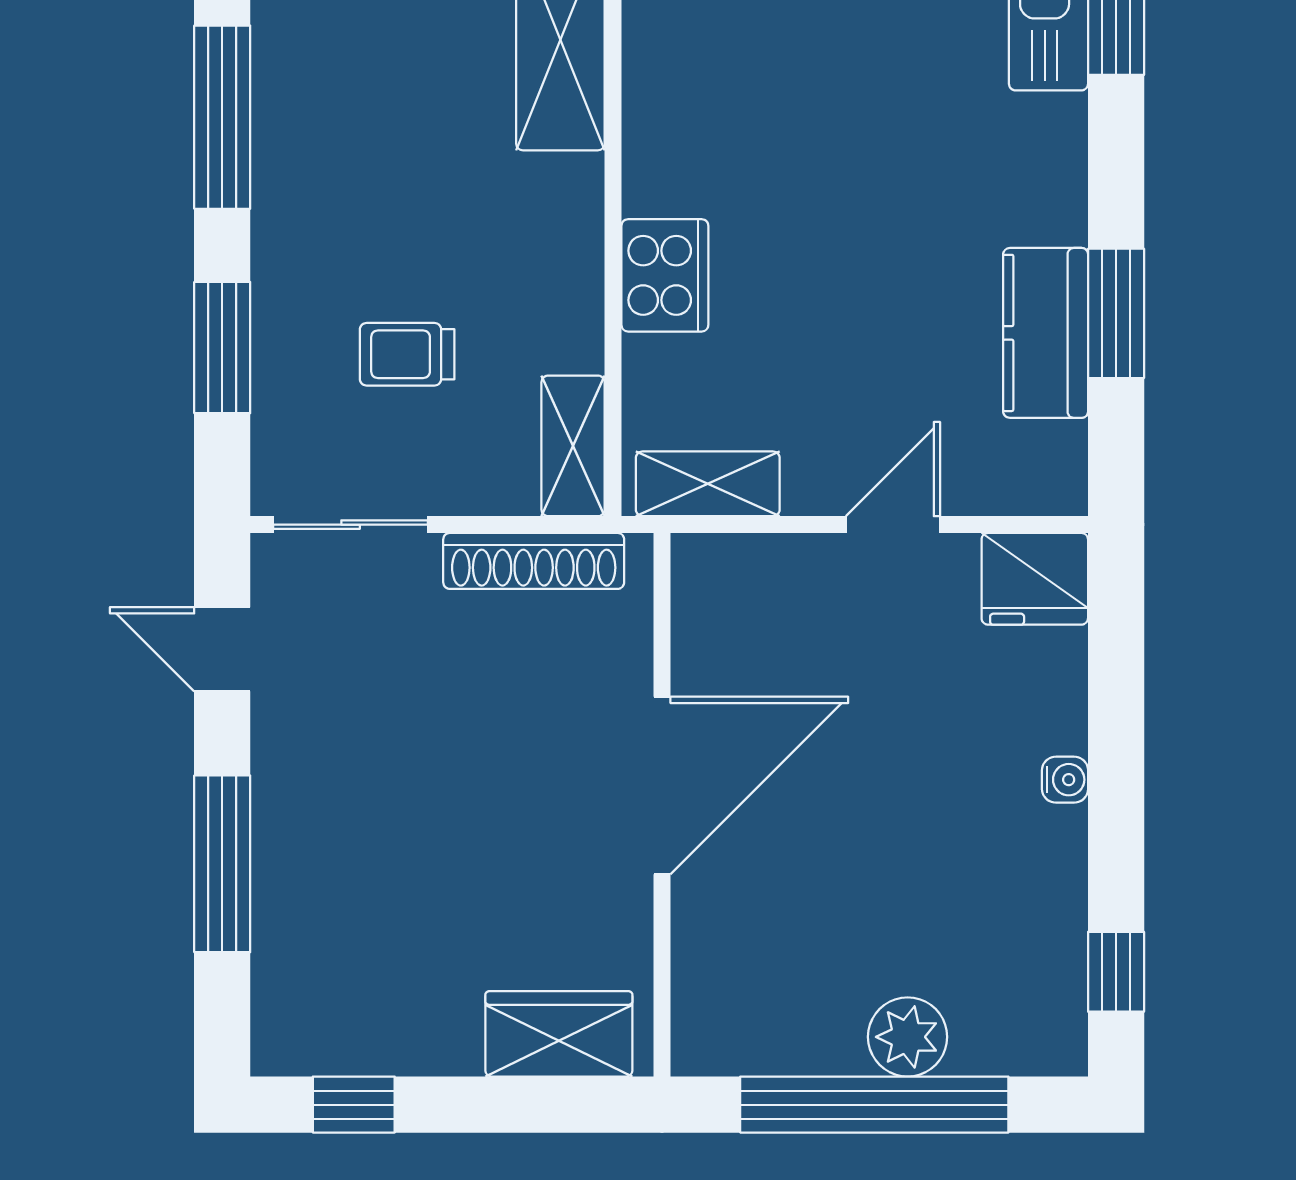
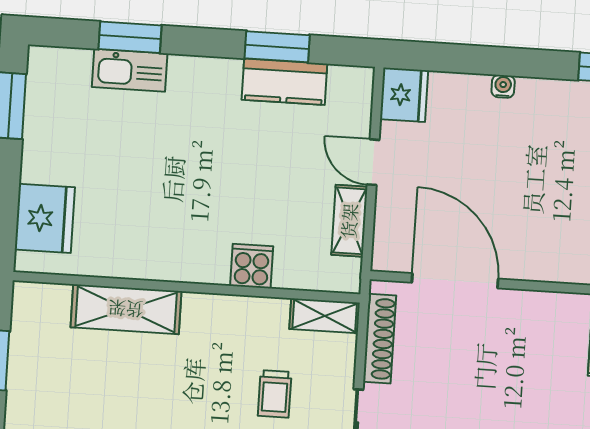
cooker: (665, 275) -> (252, 266), width x0.73
shelving: (708, 484) -> (349, 221), moved
door: (662, 786) -> (455, 281), moved

